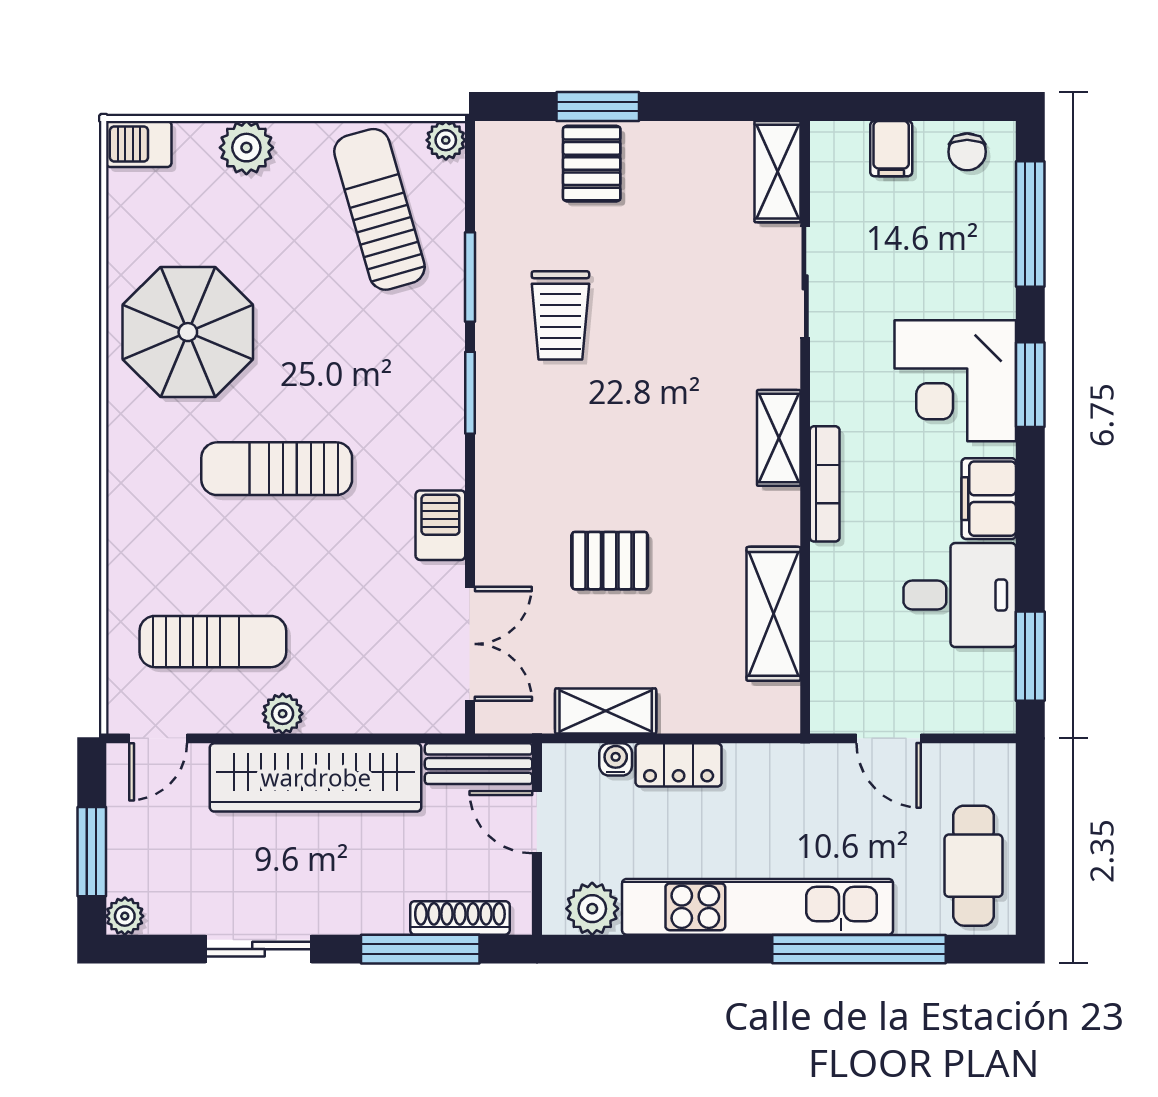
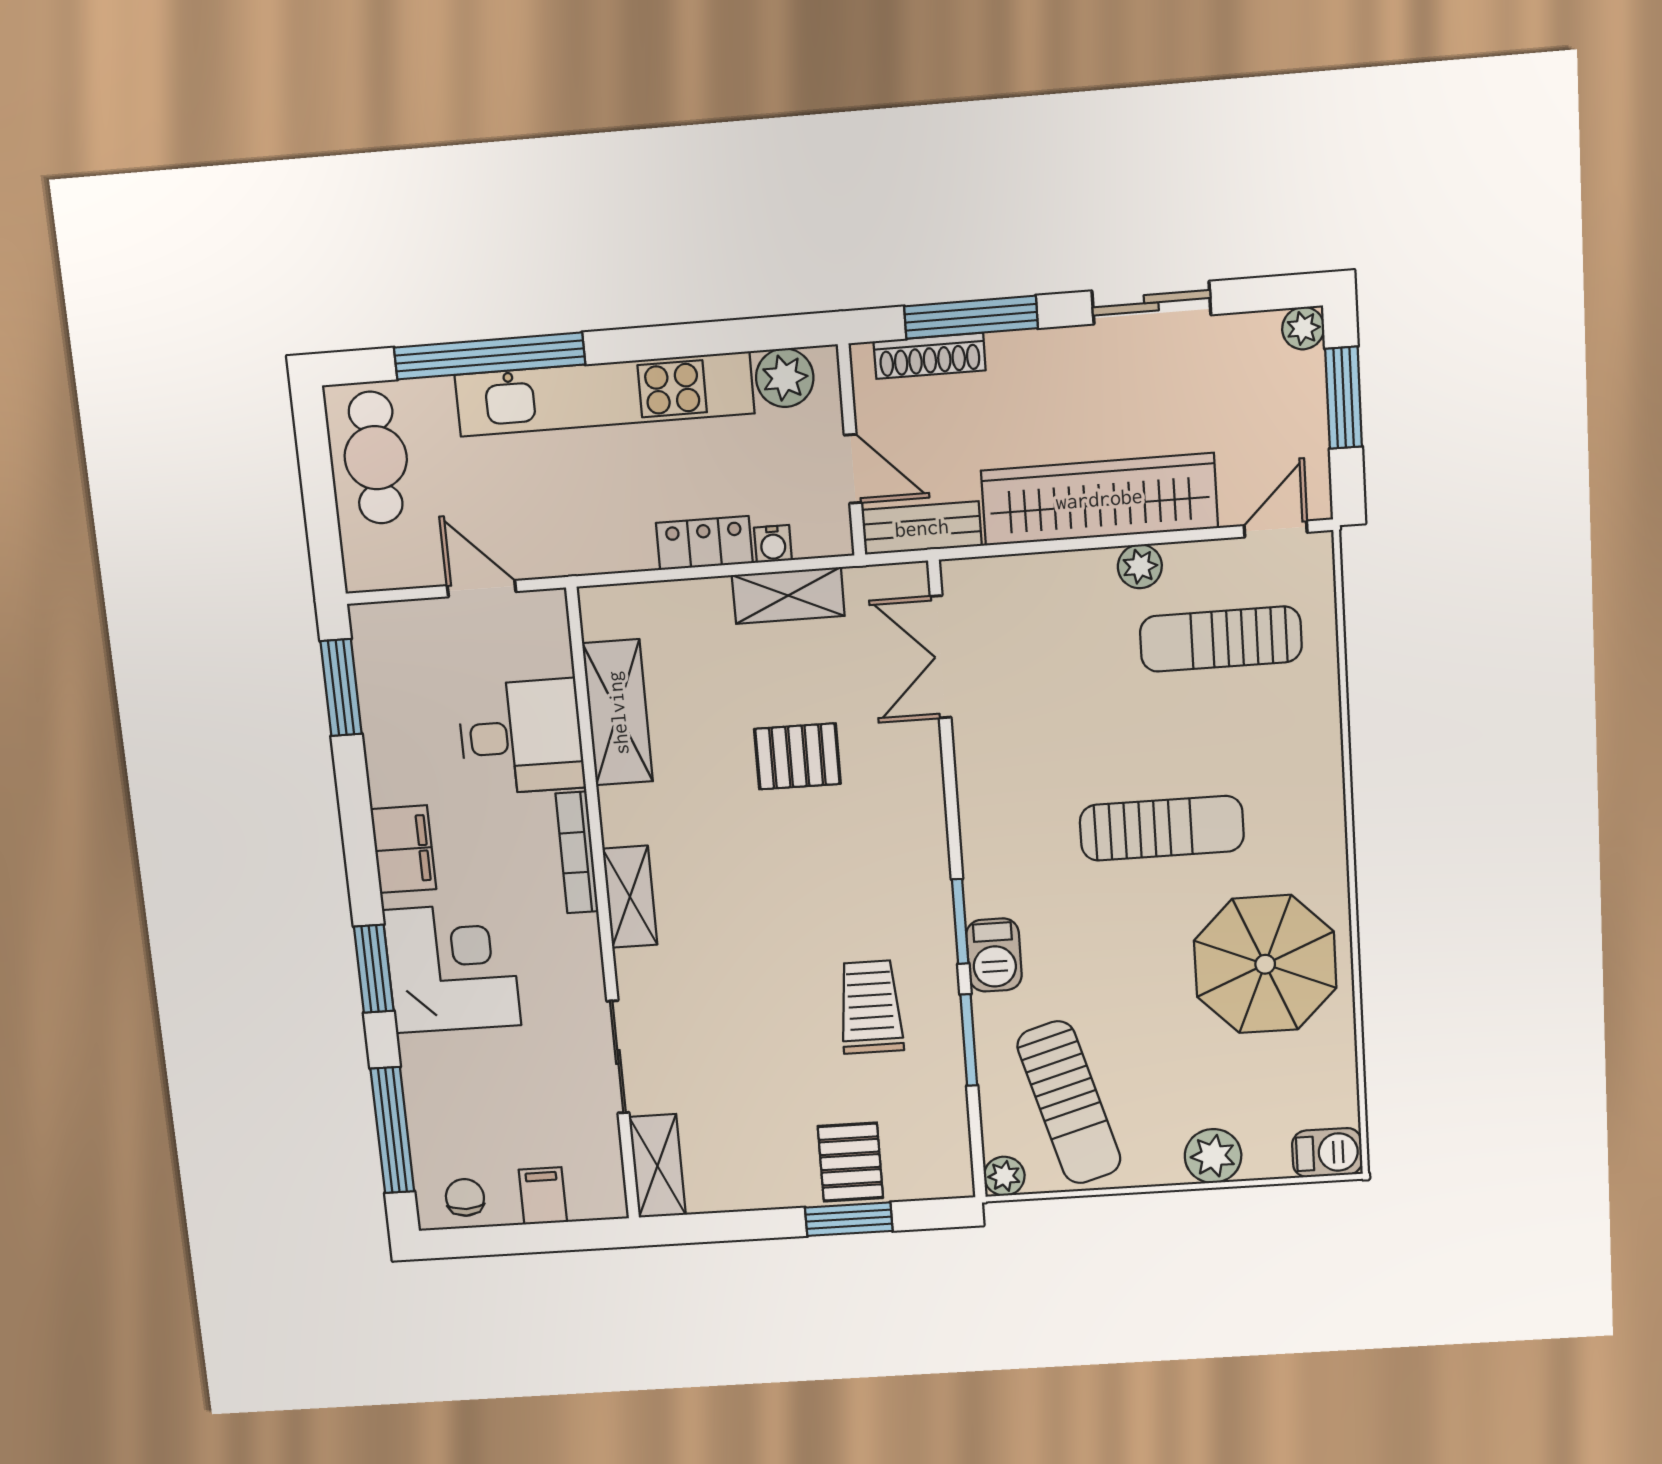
barbecue: (440, 525) -> (994, 955), moved
desk: (960, 595) -> (521, 737), moved, turned 180

